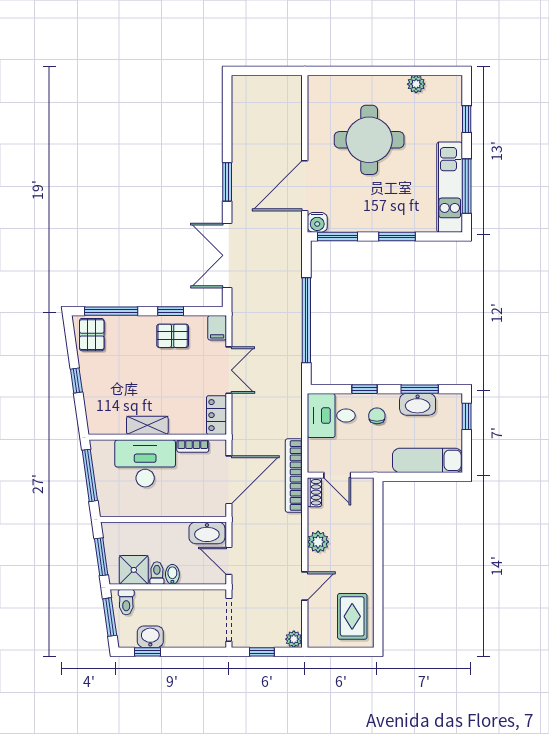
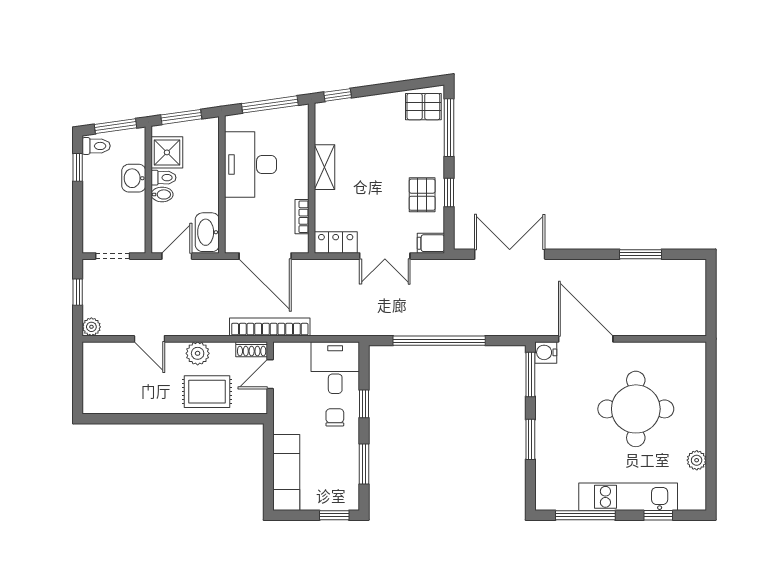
window: (227, 182) -> (641, 254), moved
kitchen unit: (450, 187) -> (628, 497), moved
window: (76, 381) -> (338, 95), moved
washbasin: (418, 404) -> (347, 462), removed
chair: (377, 416) -> (335, 417), turned -90
desk: (145, 463) -> (251, 165), moved, turned 180
toilet: (126, 602) -> (96, 146), moved, turned 180
rug: (352, 616) -> (207, 392), moved
doorway: (229, 620) -> (113, 256), width x0.73
washbasin: (150, 637) -> (134, 178), moved, turned 180

